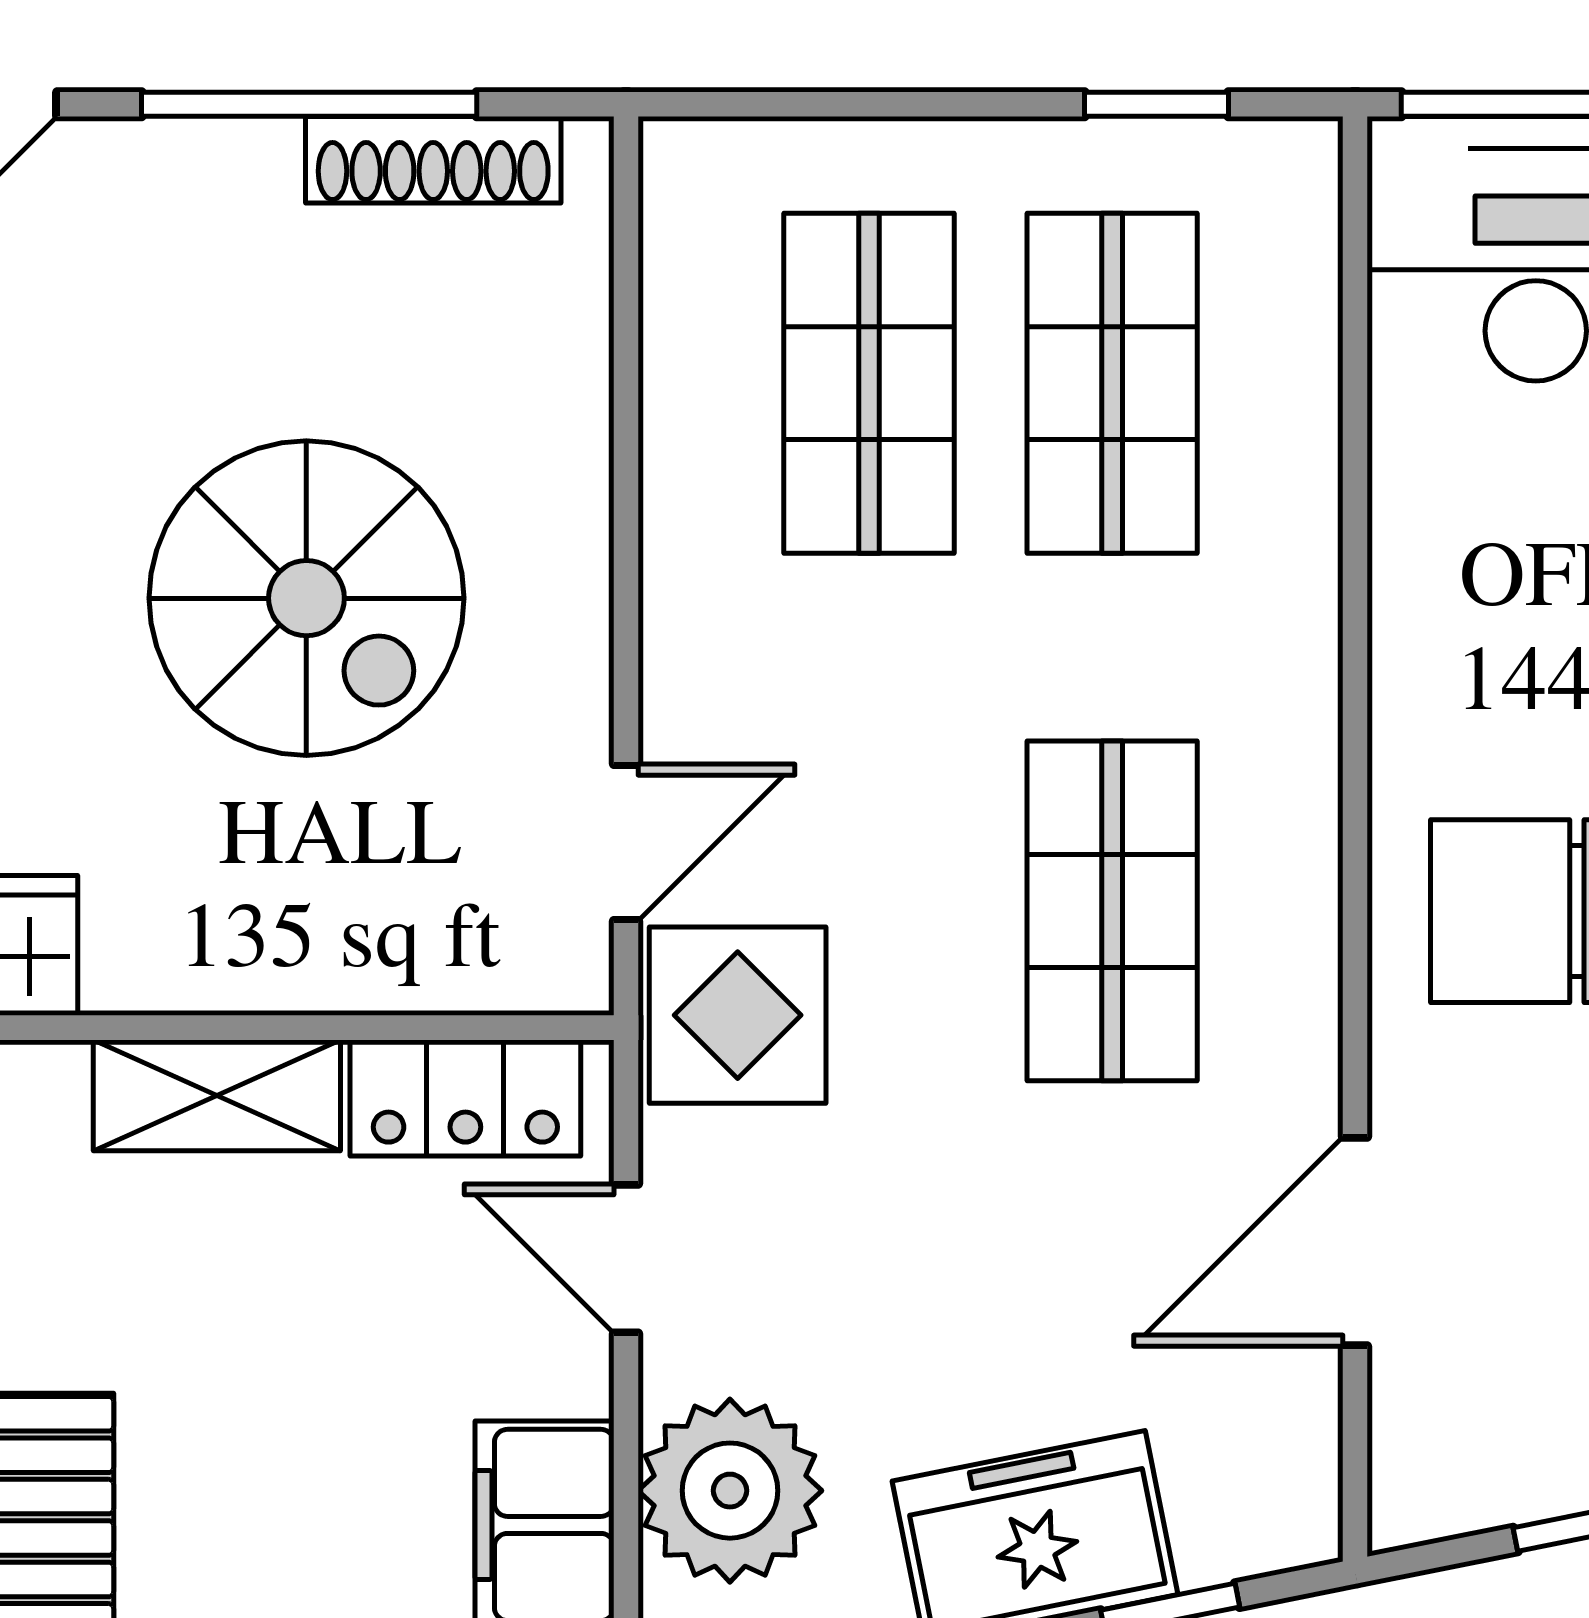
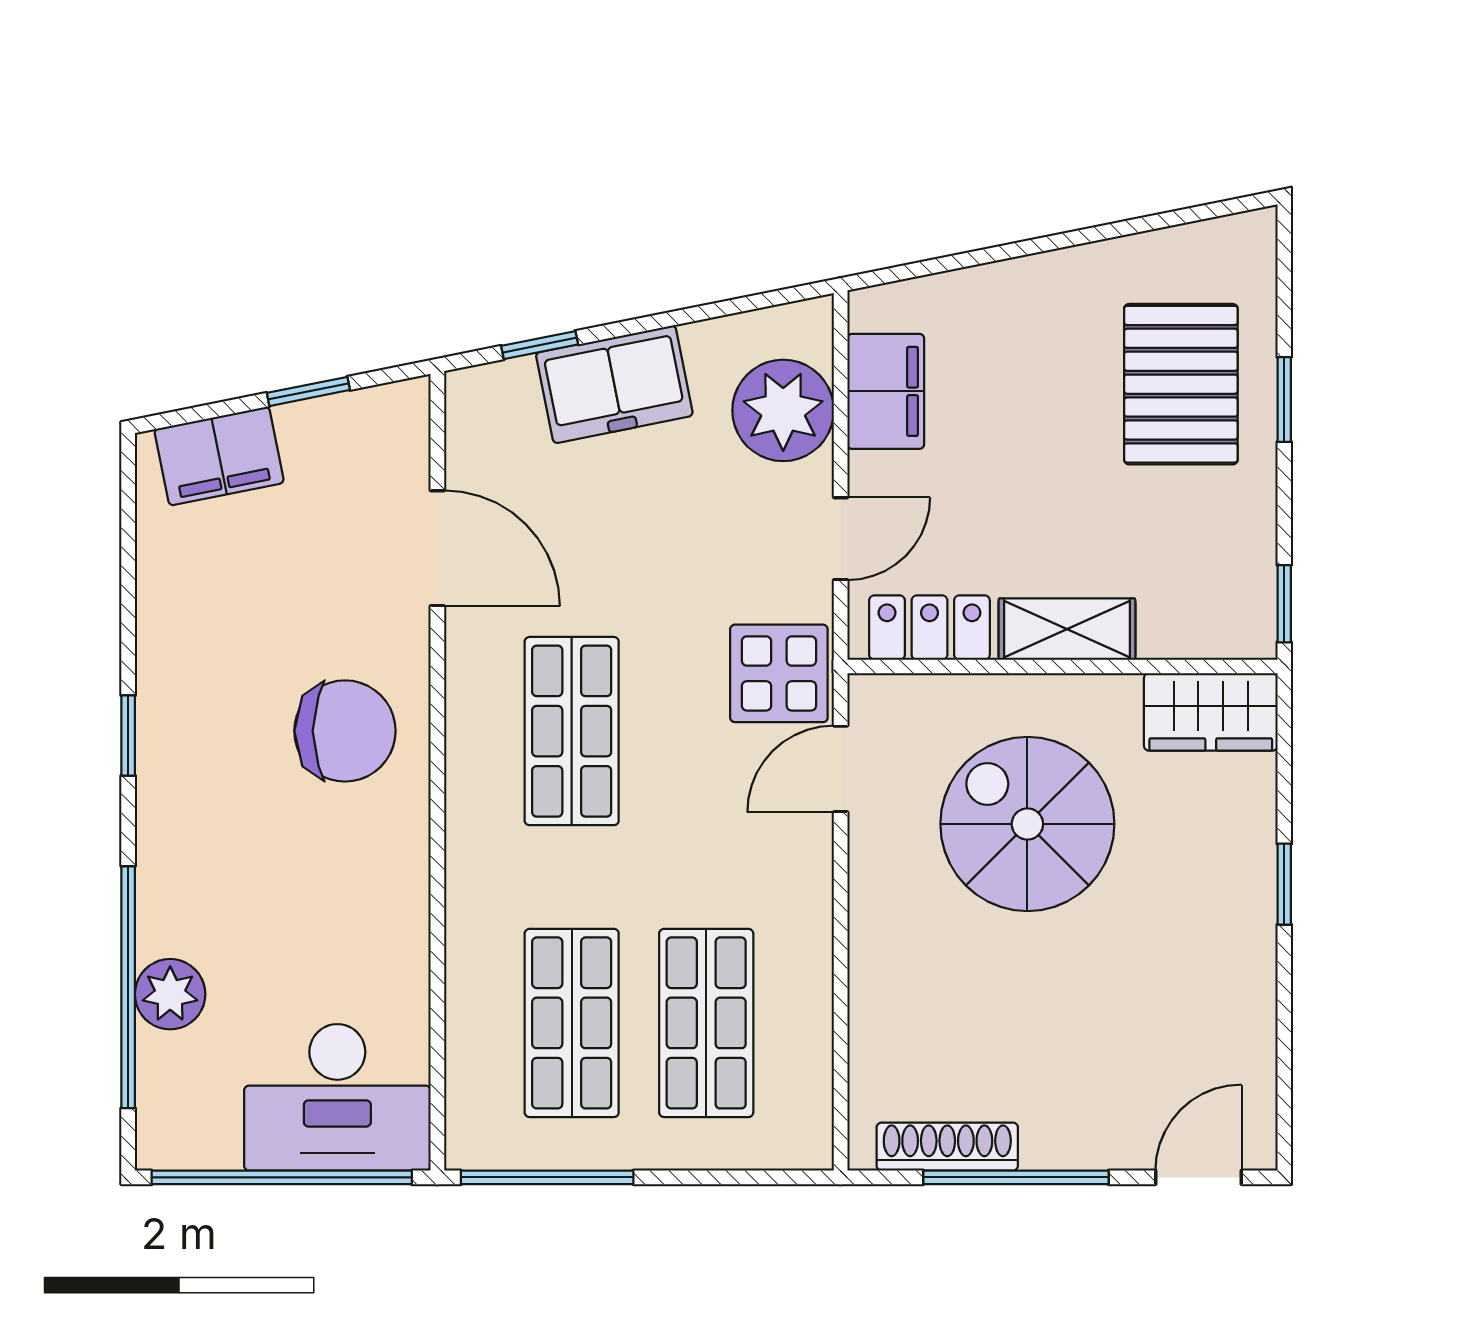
window: (1157, 104) -> (547, 1177), width x2.17
spiral stairs: (306, 598) -> (1027, 824), moved
door: (1355, 1241) -> (437, 548), hinge flipped
door: (626, 1259) -> (841, 539), hinge flipped

